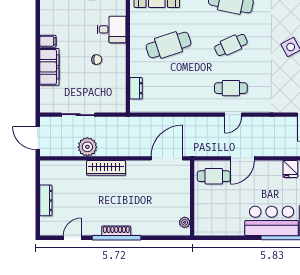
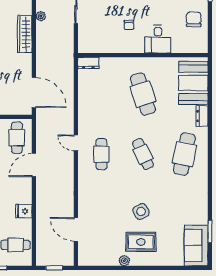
dresser: (136, 88) -> (88, 63), moved
door: (233, 115) -> (76, 143), moved
plant: (87, 147) -> (41, 16), width x0.53, depth x0.53
door: (242, 158) -> (34, 165), hinge flipped

